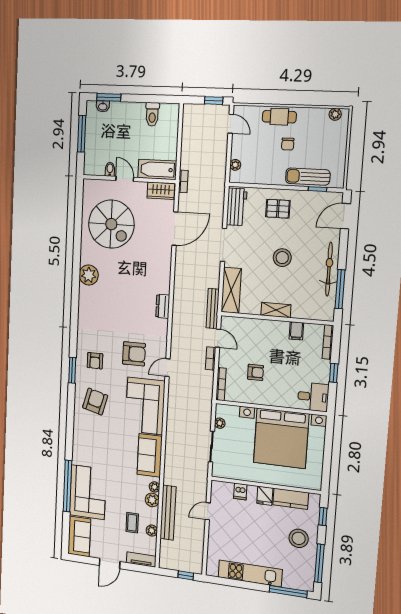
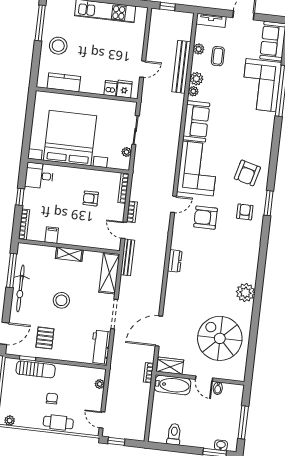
pallet: (278, 209) -> (45, 338), moved, turned 90
fridge: (265, 496) -> (124, 89), moved
window: (323, 516) -> (35, 67), removed

